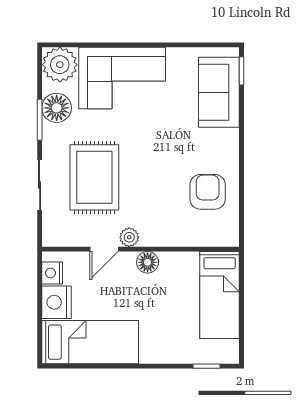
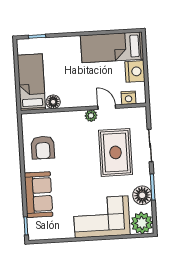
sofa: (219, 92) -> (38, 195), moved
door: (104, 249) -> (107, 107), hinge flipped
floor lamp: (148, 262) -> (53, 102), moved
nightstand: (52, 273) -> (128, 98), moved, turned 90

